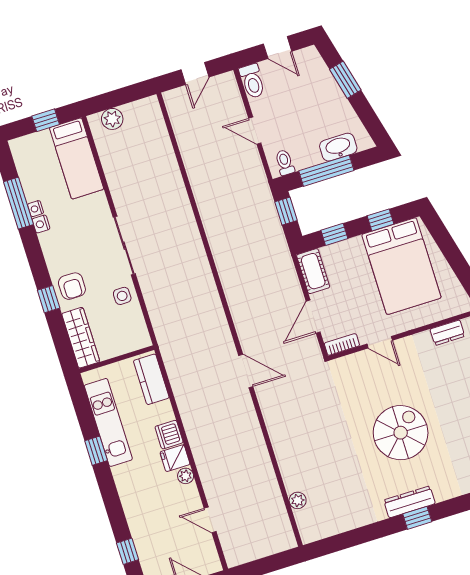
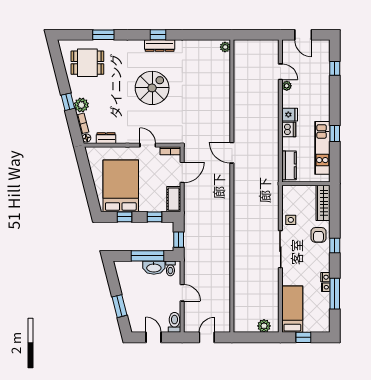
washbasin: (338, 147) -> (154, 268), moved
armchair: (72, 286) -> (318, 235), turned 180
window: (49, 299) -> (335, 245), moved
spiral stairs: (401, 433) -> (152, 88), turned 180
plant: (186, 476) -> (287, 86), moved
plant: (298, 500) -> (225, 47), moved

